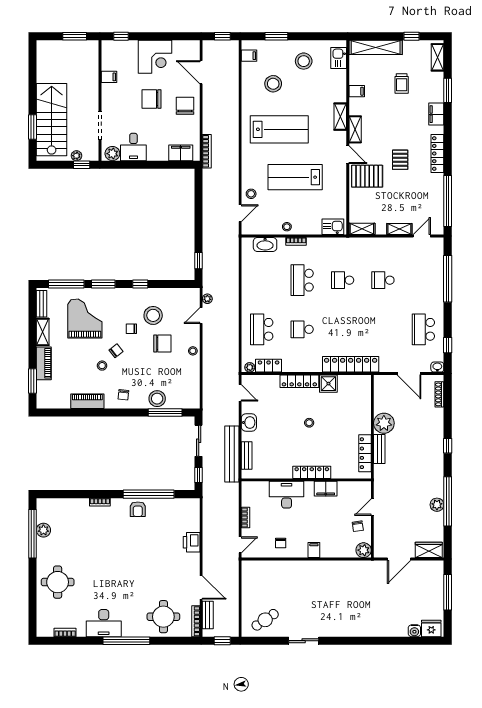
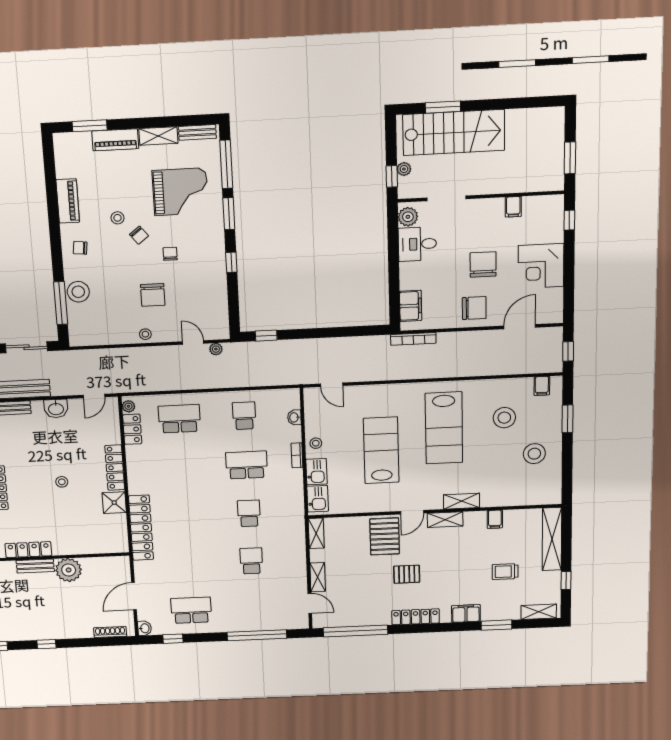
kitchen sink: (339, 58) -> (316, 472), moved, turned 90
stool: (251, 194) -> (358, 397), removed
washbasin: (265, 244) -> (294, 417), width x0.52, depth x0.69
stool: (153, 315) -> (190, 281), removed
school desk: (302, 329) -> (244, 416), moved

